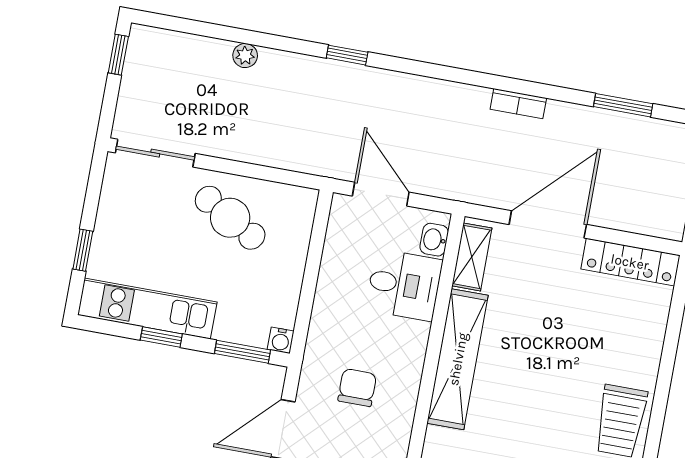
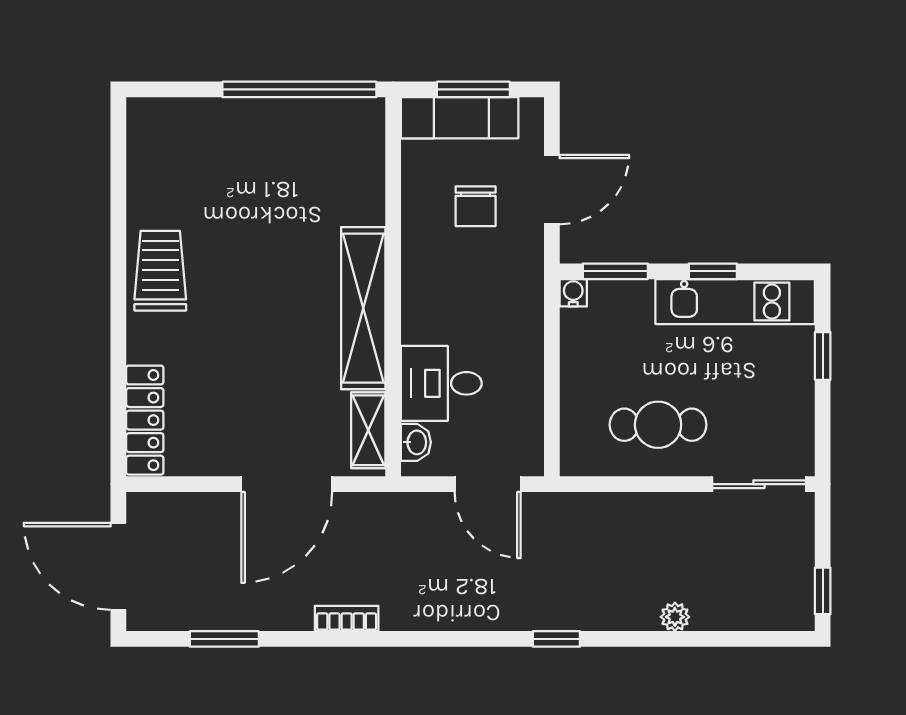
cafe table: (230, 218) -> (658, 425), turned -30
locker: (630, 262) -> (145, 420), moved, turned 90
chair: (357, 388) -> (476, 206), moved

